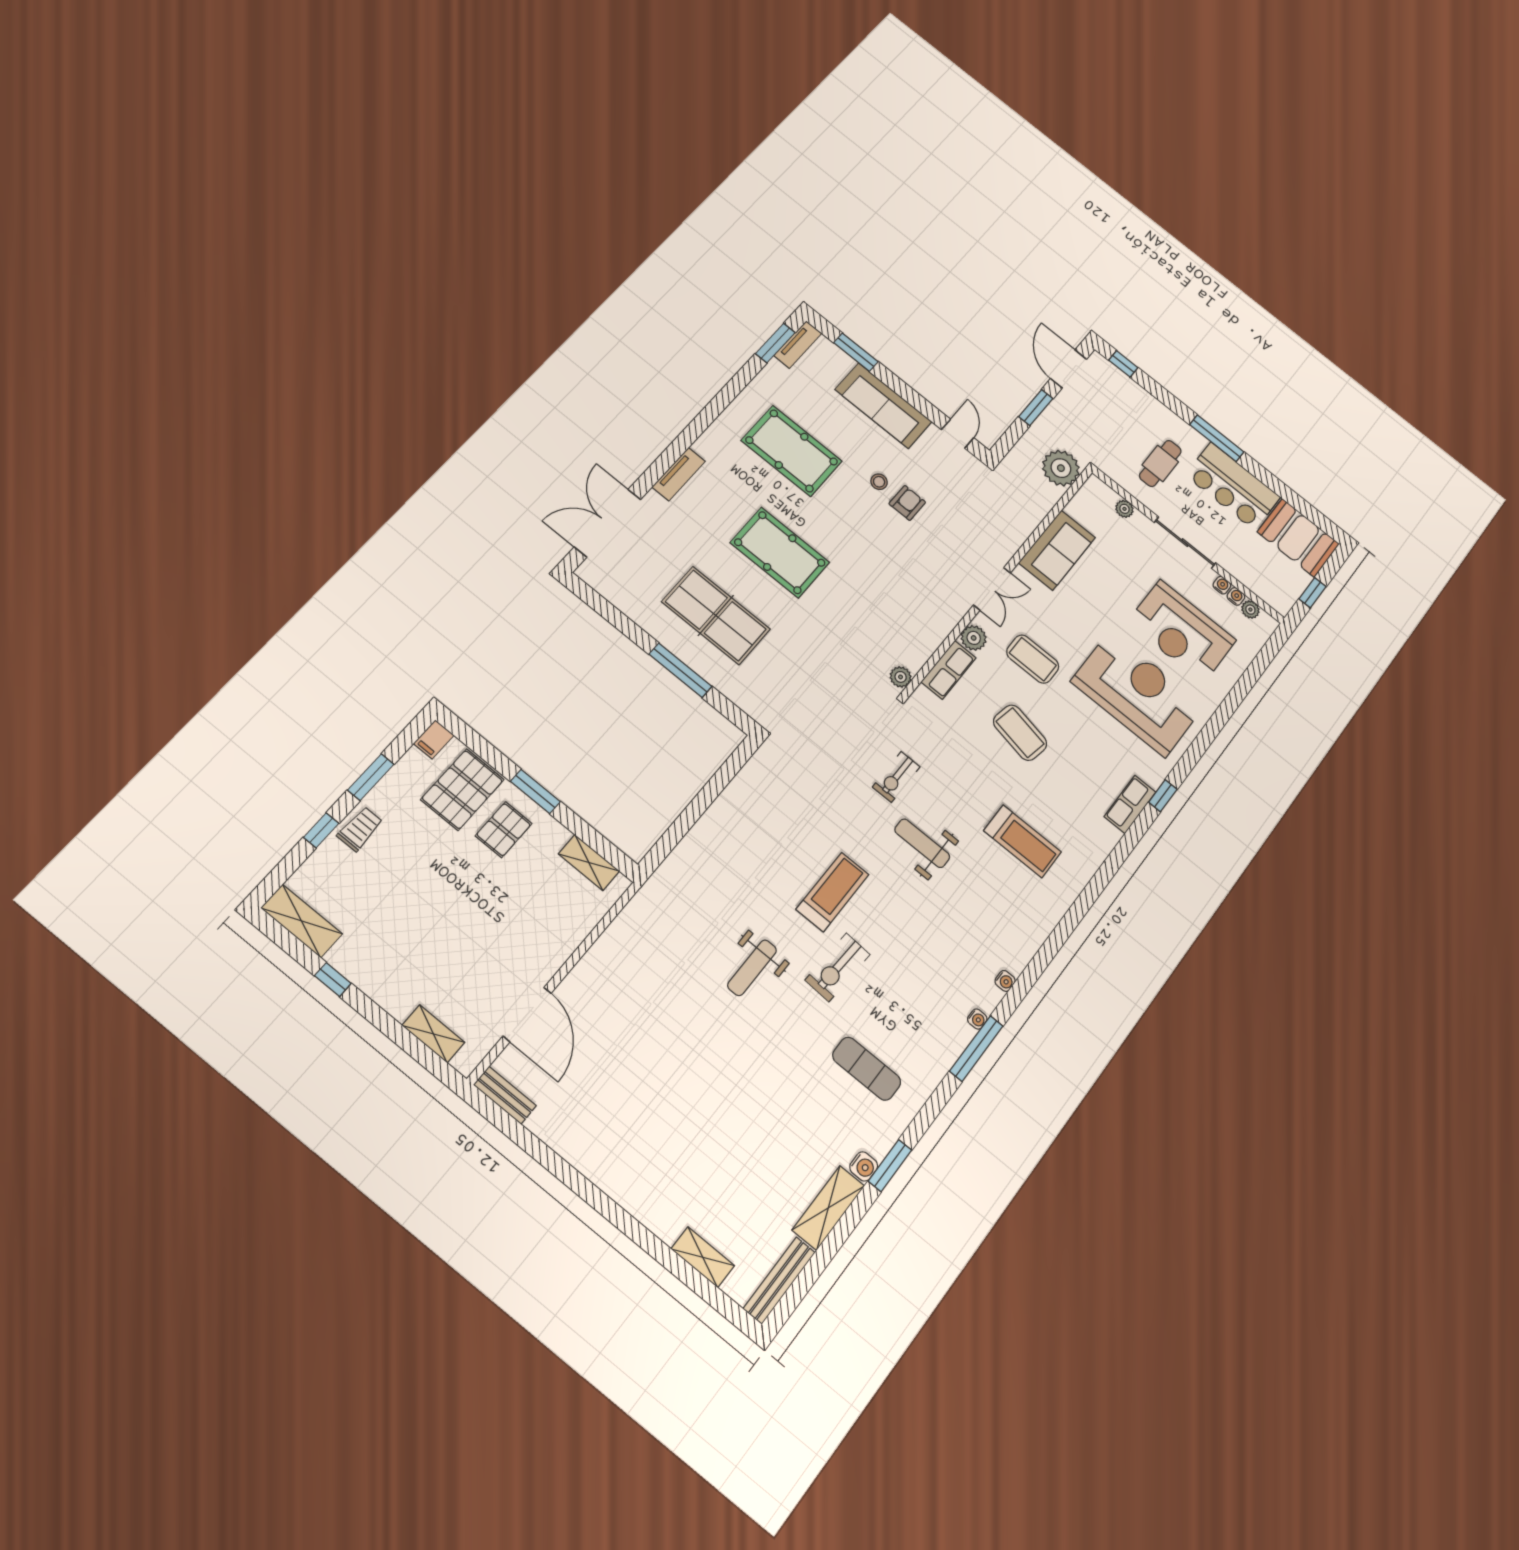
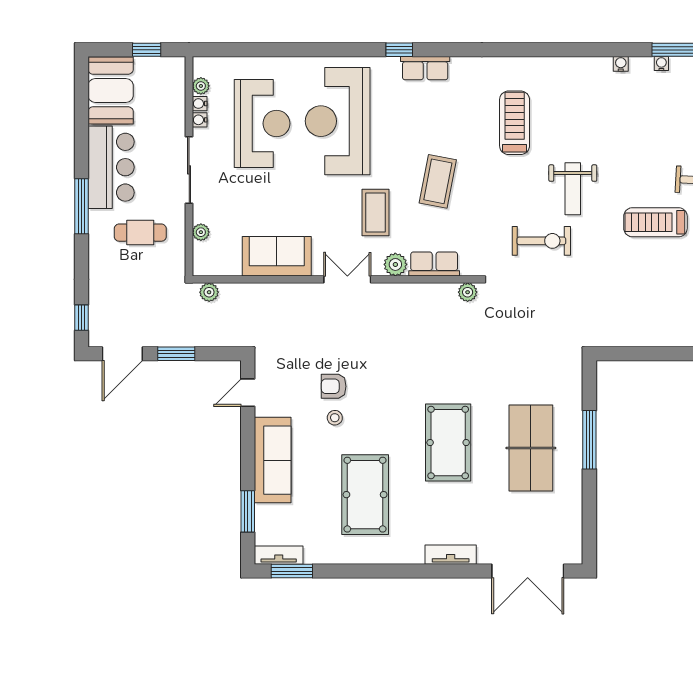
plant: (1061, 468) -> (209, 292), width x0.53, depth x0.53
exercise bike: (896, 777) -> (541, 241), width x1.38, depth x1.39

